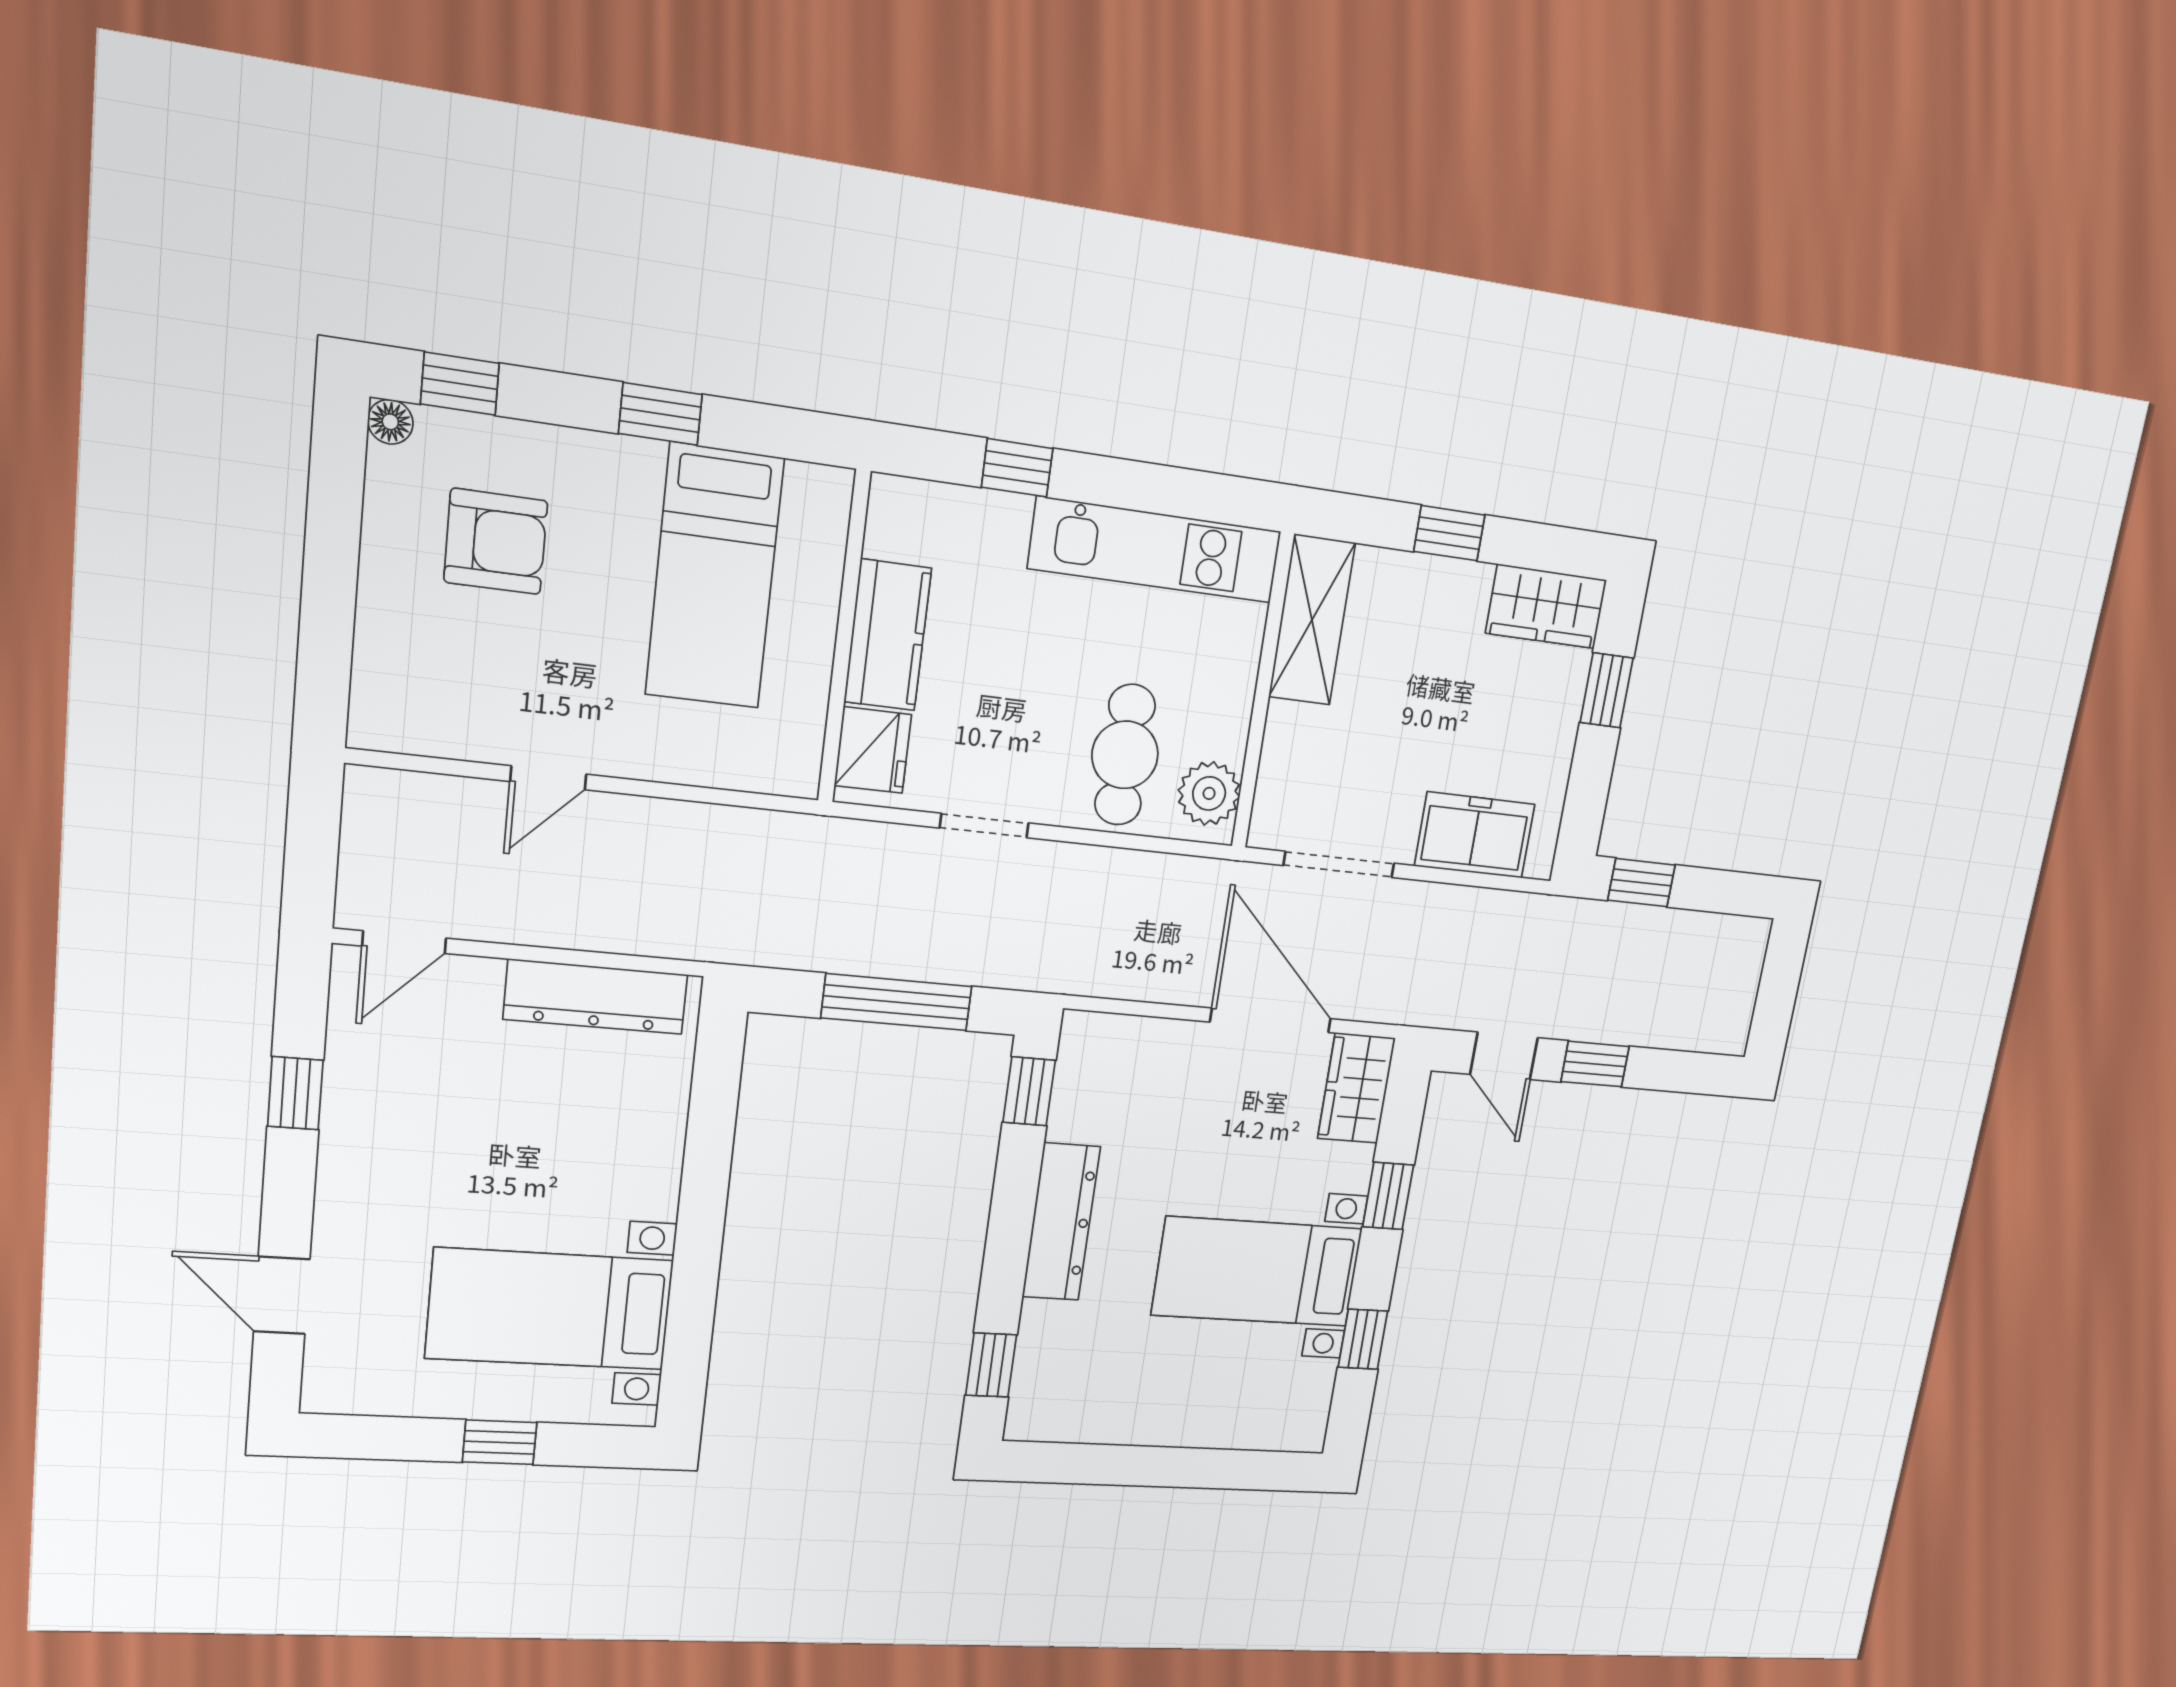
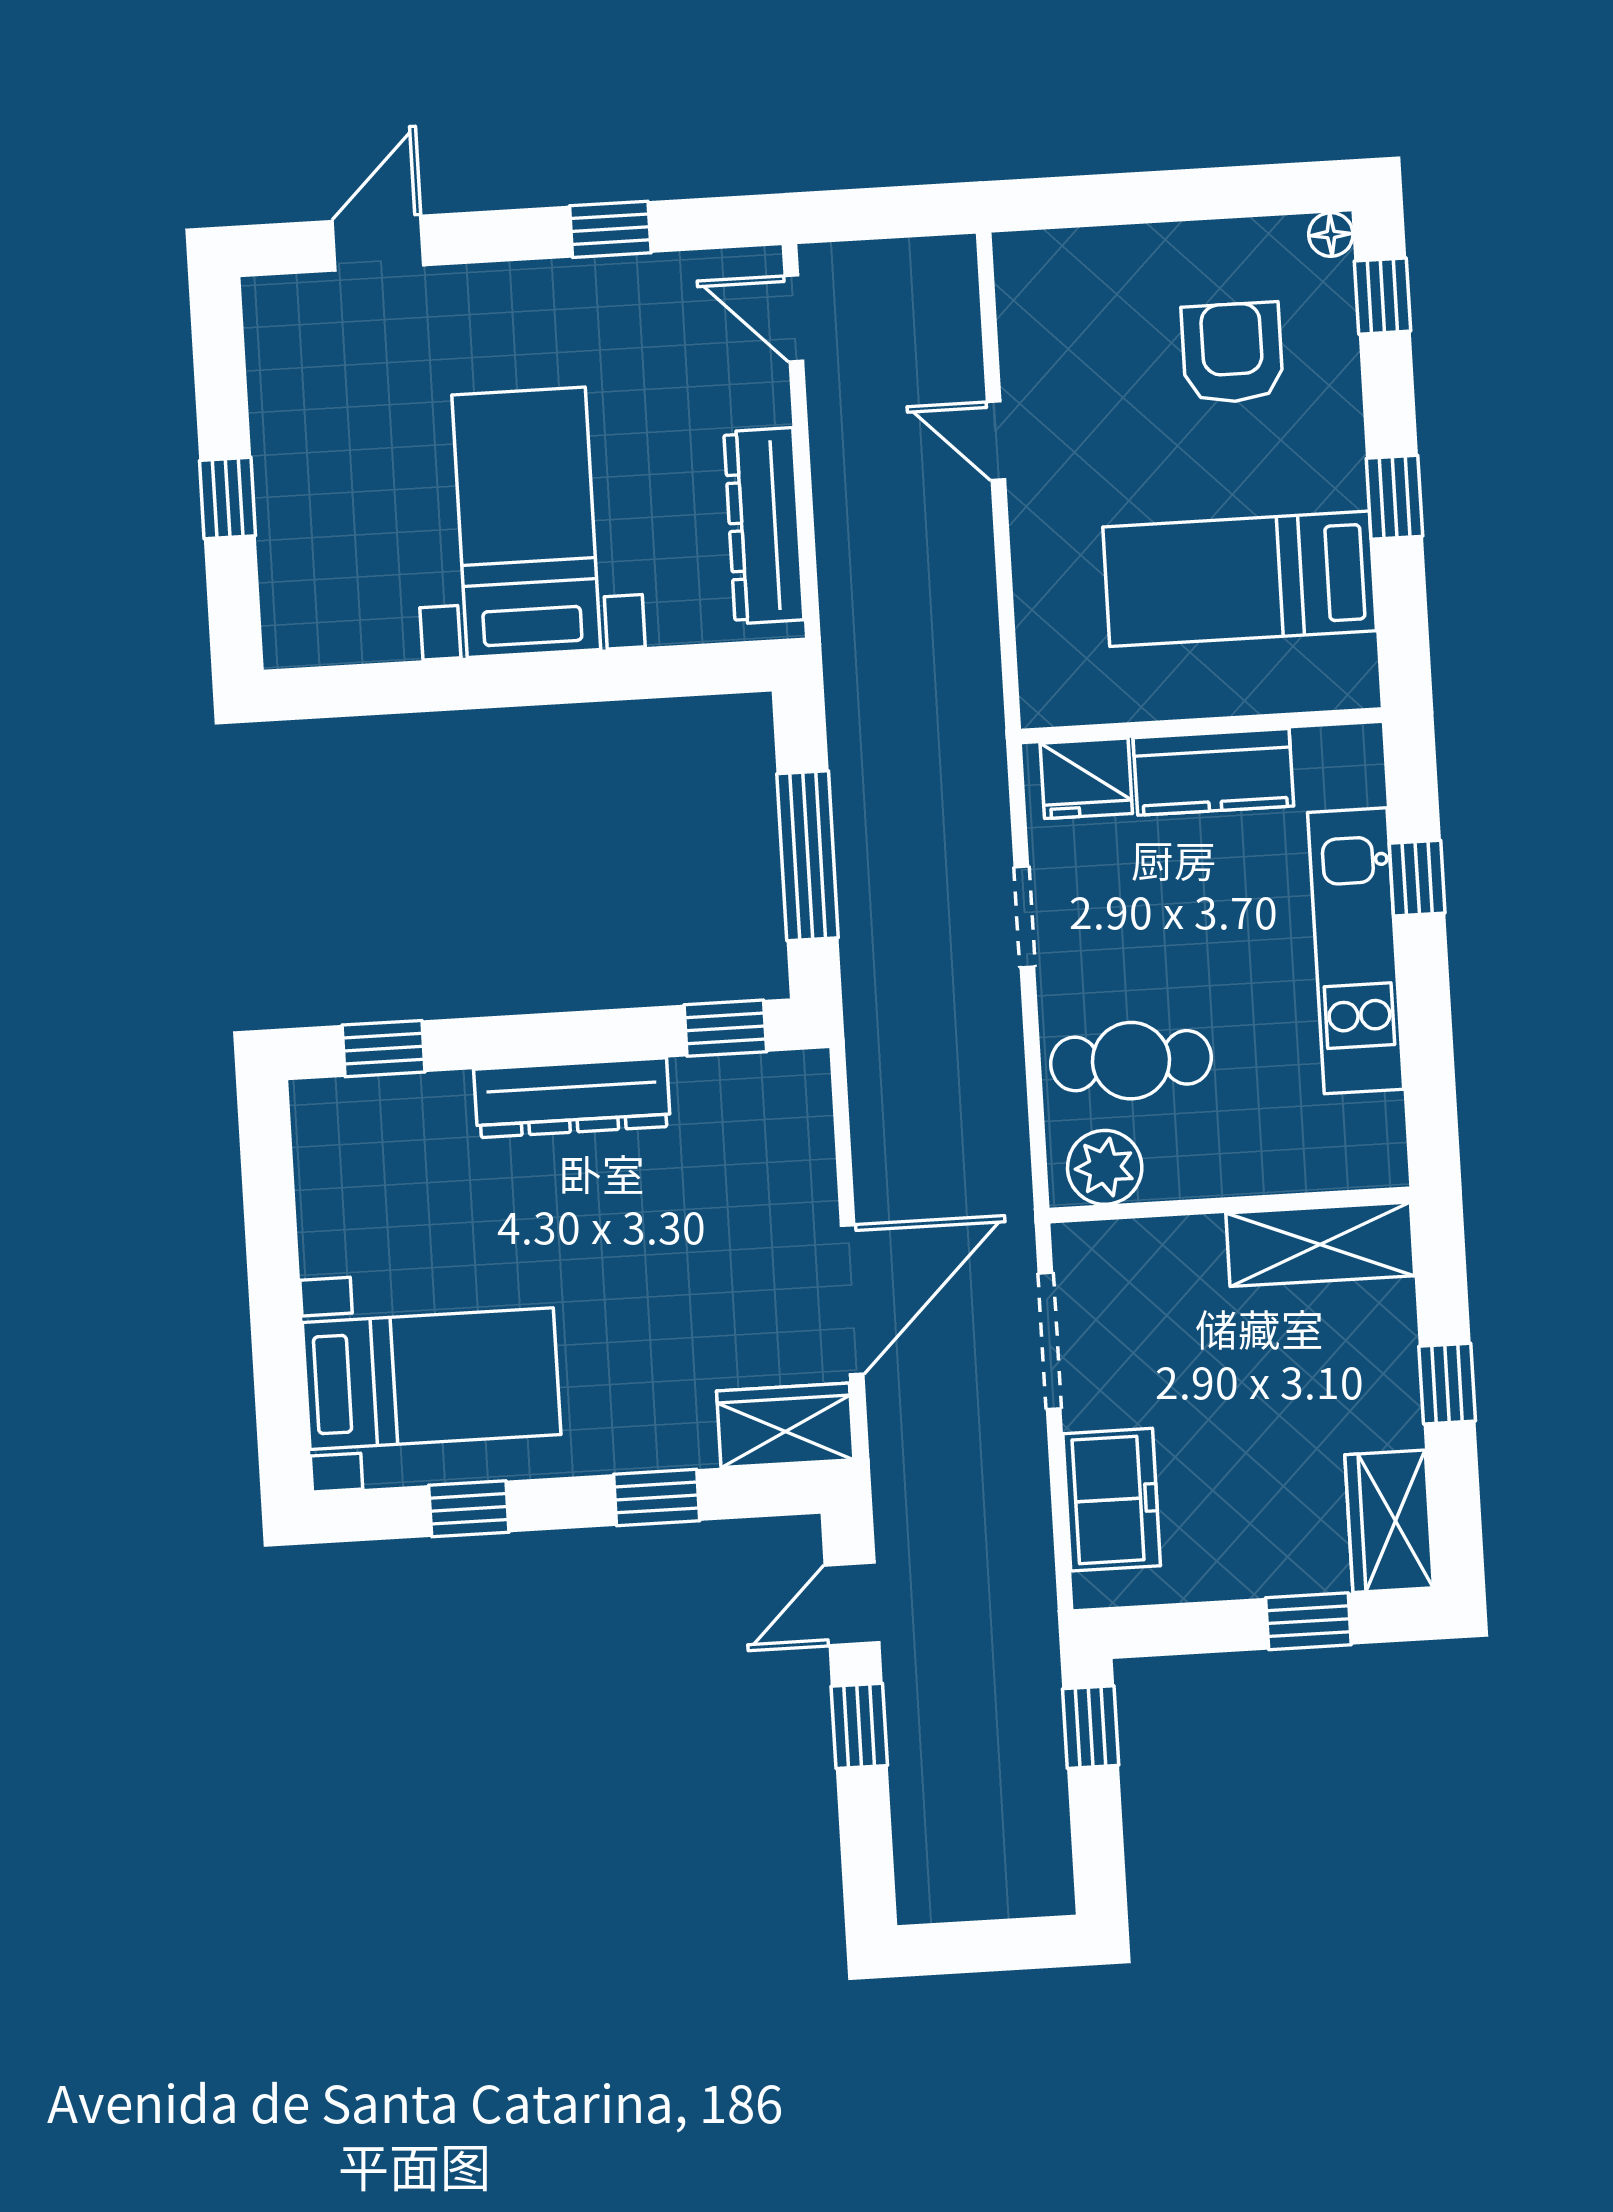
armchair: (496, 542) -> (1232, 353), turned 180
kitchen unit: (1155, 550) -> (1356, 951), moved
bed with nightstands: (1257, 1272) -> (432, 1379), moved, turned 90
bed with nightstands: (550, 1309) -> (526, 522), moved

